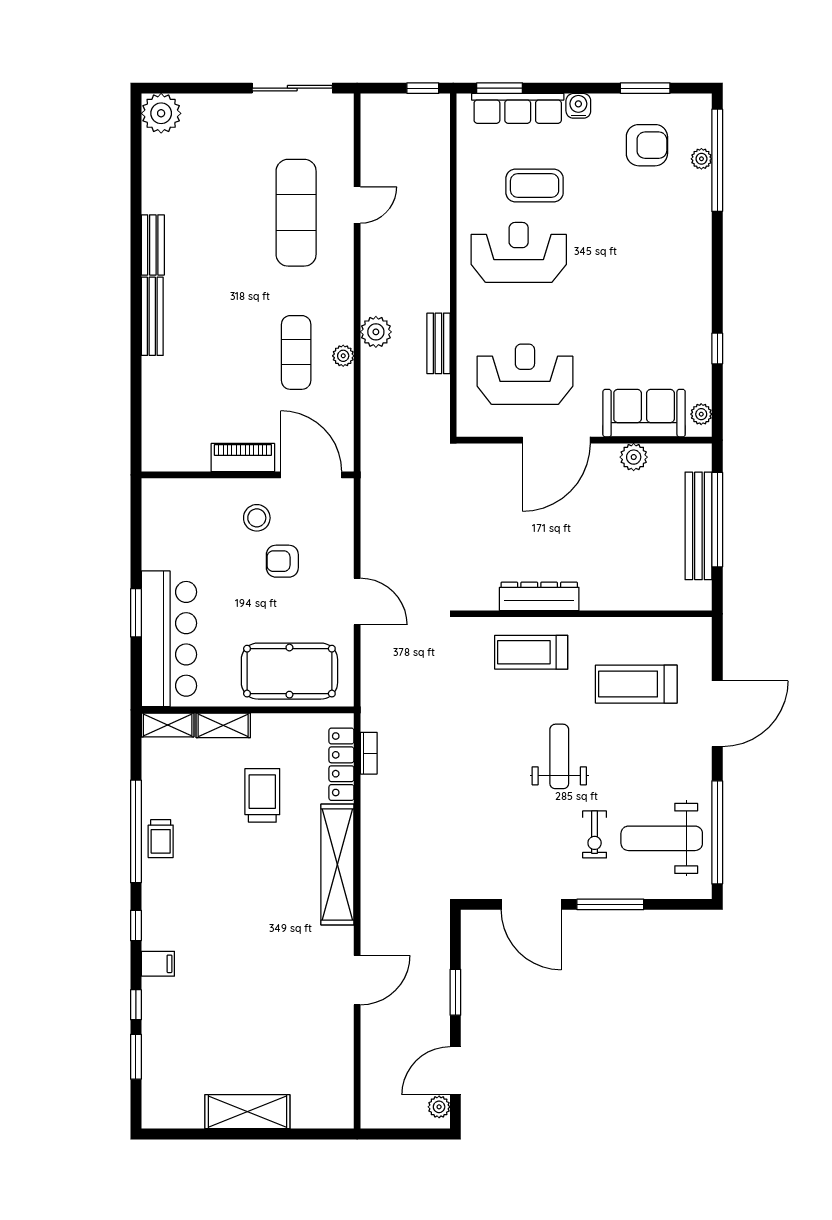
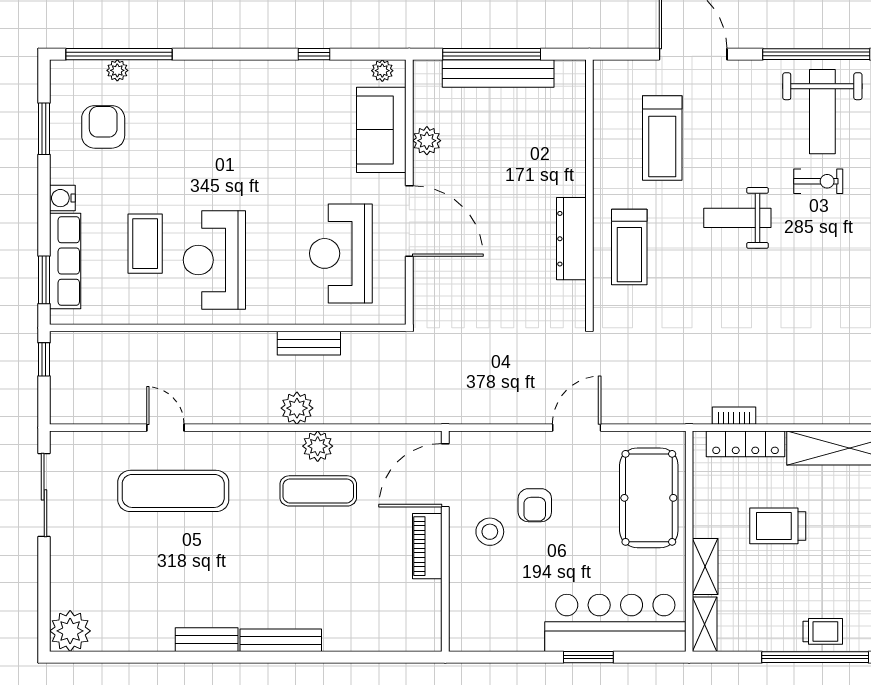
plant: (343, 356) -> (318, 446), width x1.38, depth x1.38

